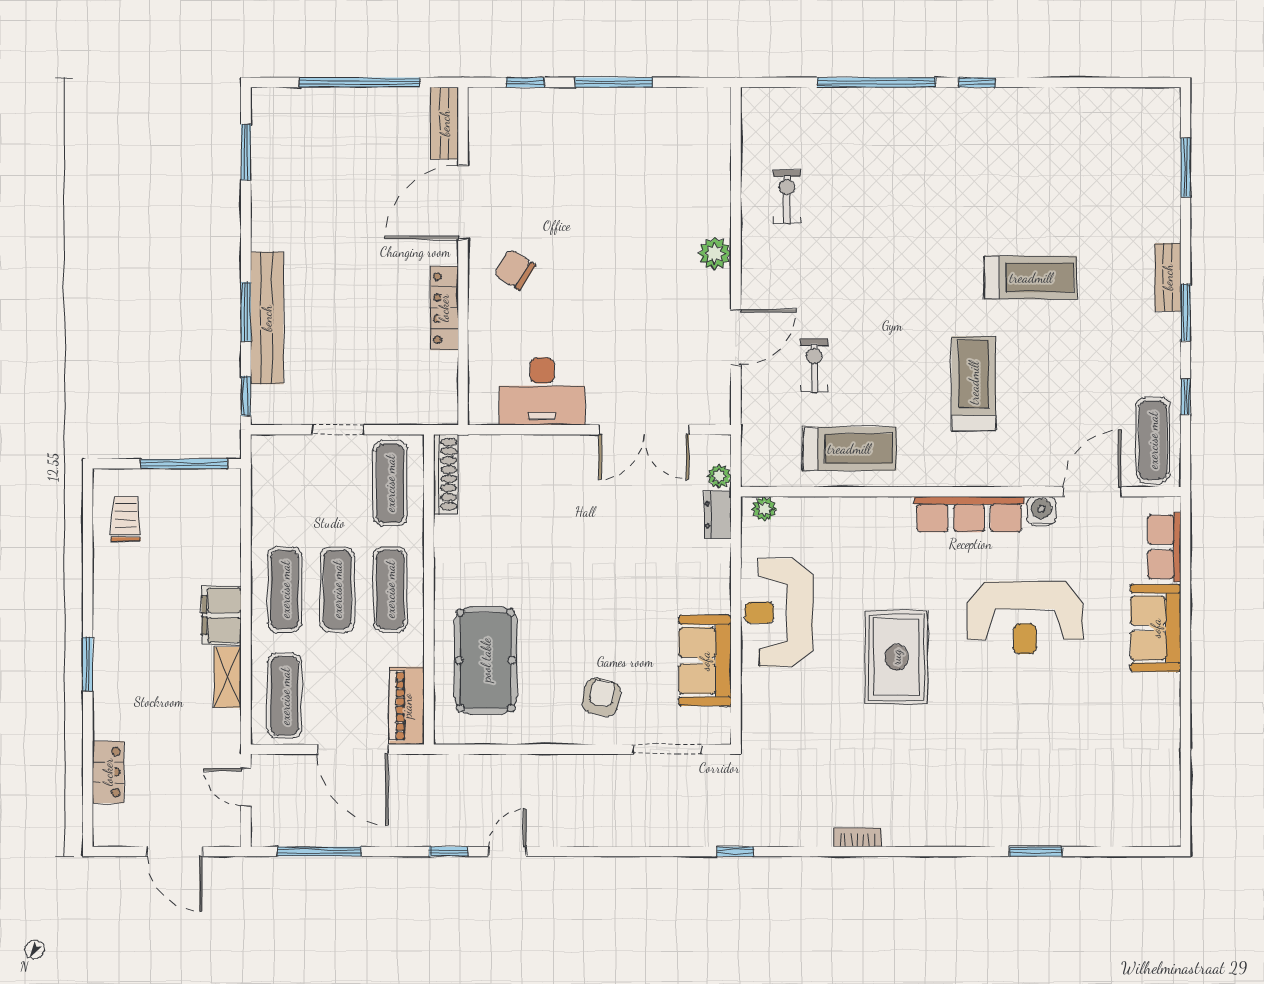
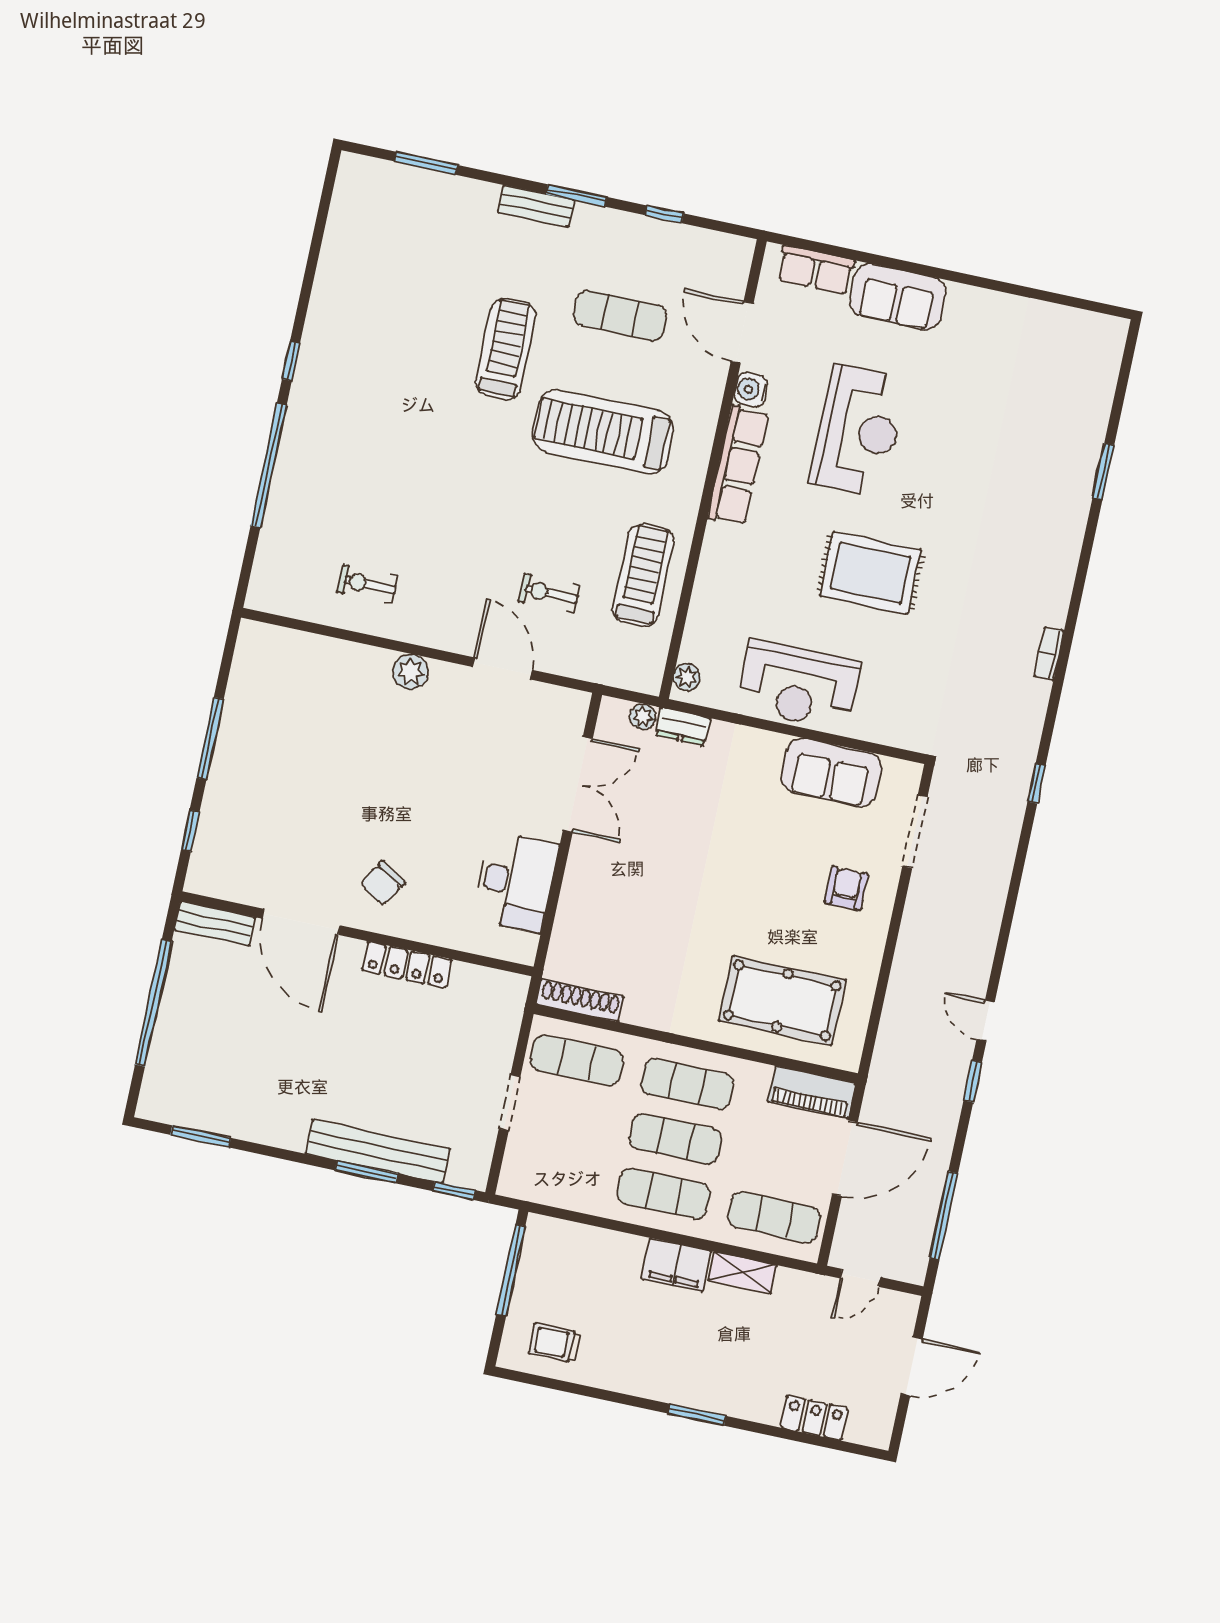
treadmill: (974, 383) -> (603, 432), width x1.37, depth x1.38
exercise mat: (1153, 440) -> (620, 315), moved
armchair: (601, 697) -> (846, 888), turned 77

